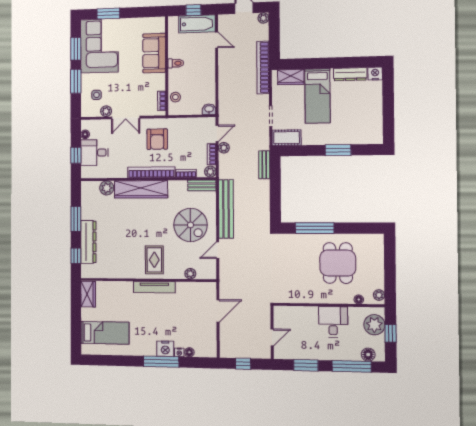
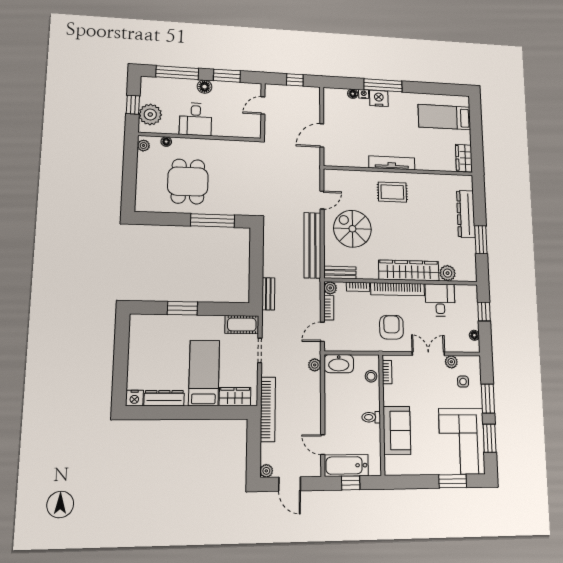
washbasin: (209, 109) -> (339, 364), width x1.91, depth x1.45
plant: (224, 148) -> (315, 365), moved
desk: (94, 153) -> (440, 300), moved, turned -90
window: (76, 256) -> (479, 200), removed
rug: (154, 260) -> (392, 192), turned 90
plant: (190, 274) -> (352, 176), removed
floor lamp: (368, 355) -> (205, 87), moved

